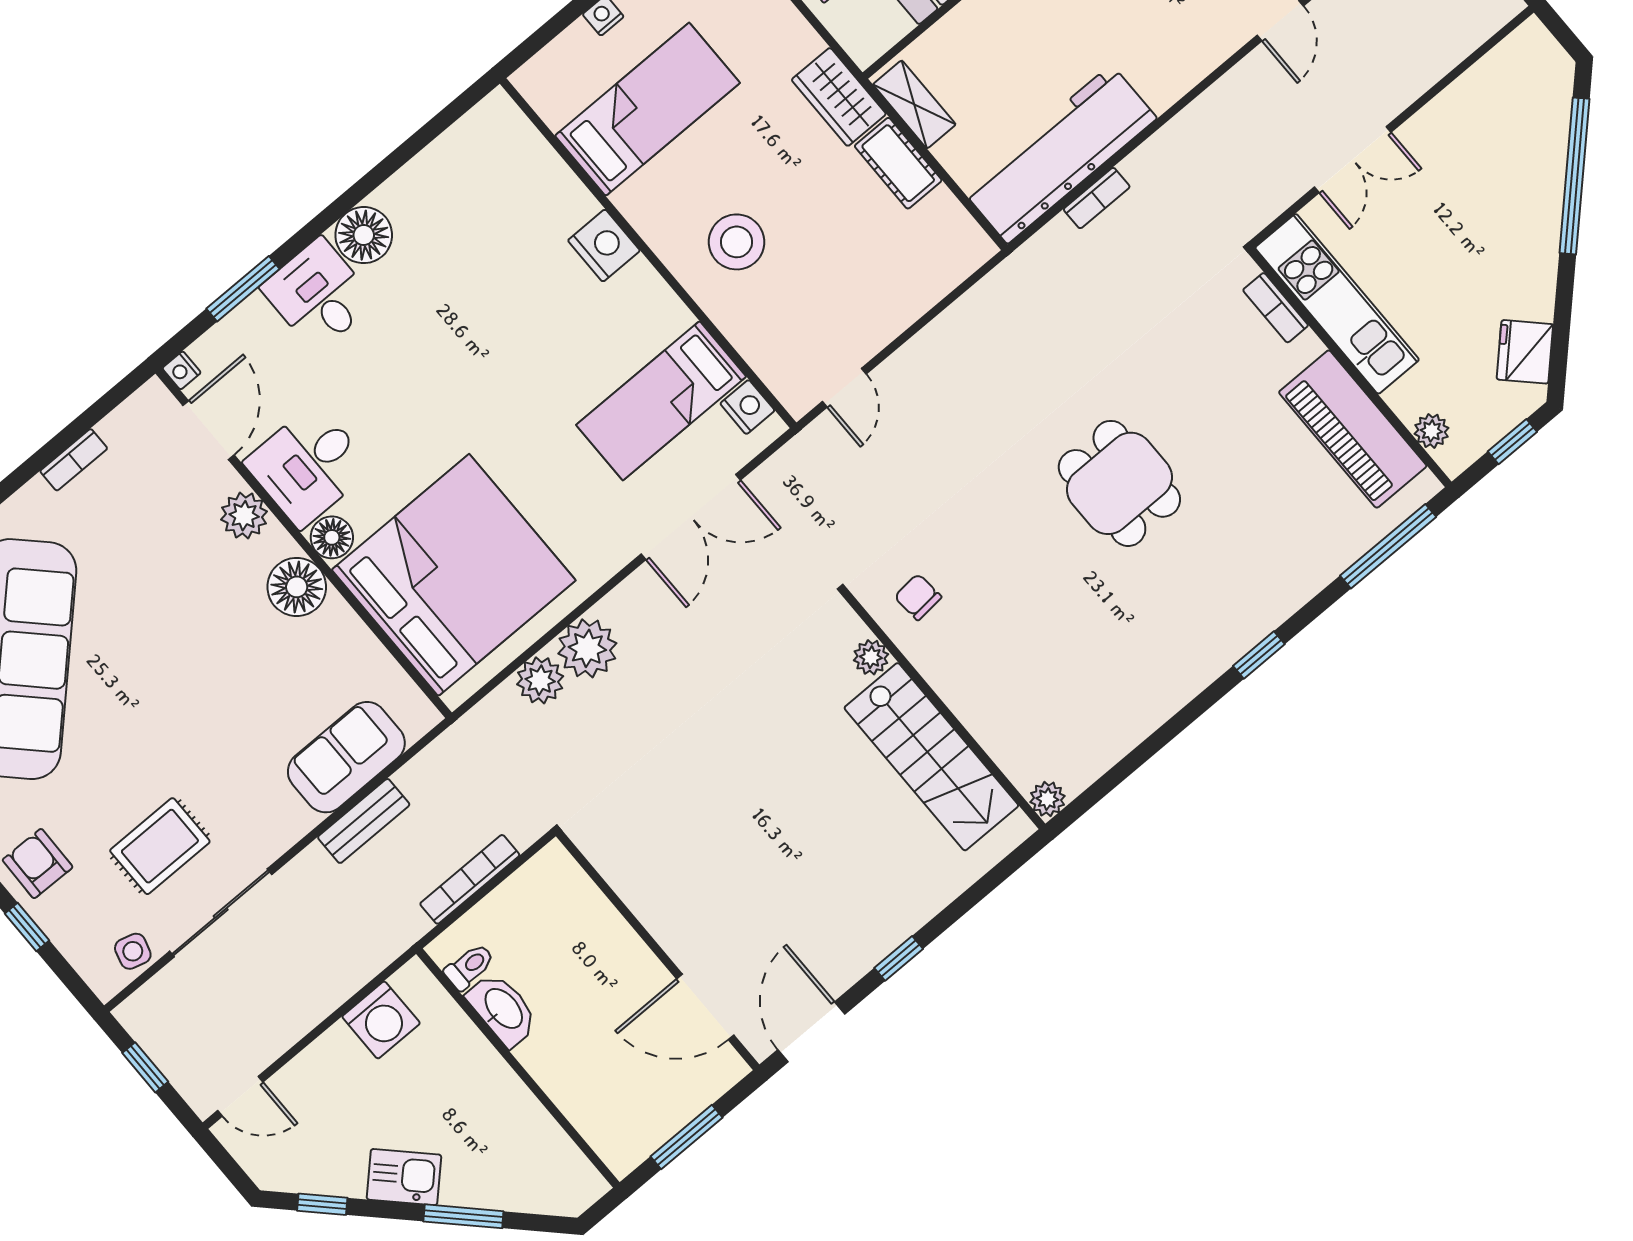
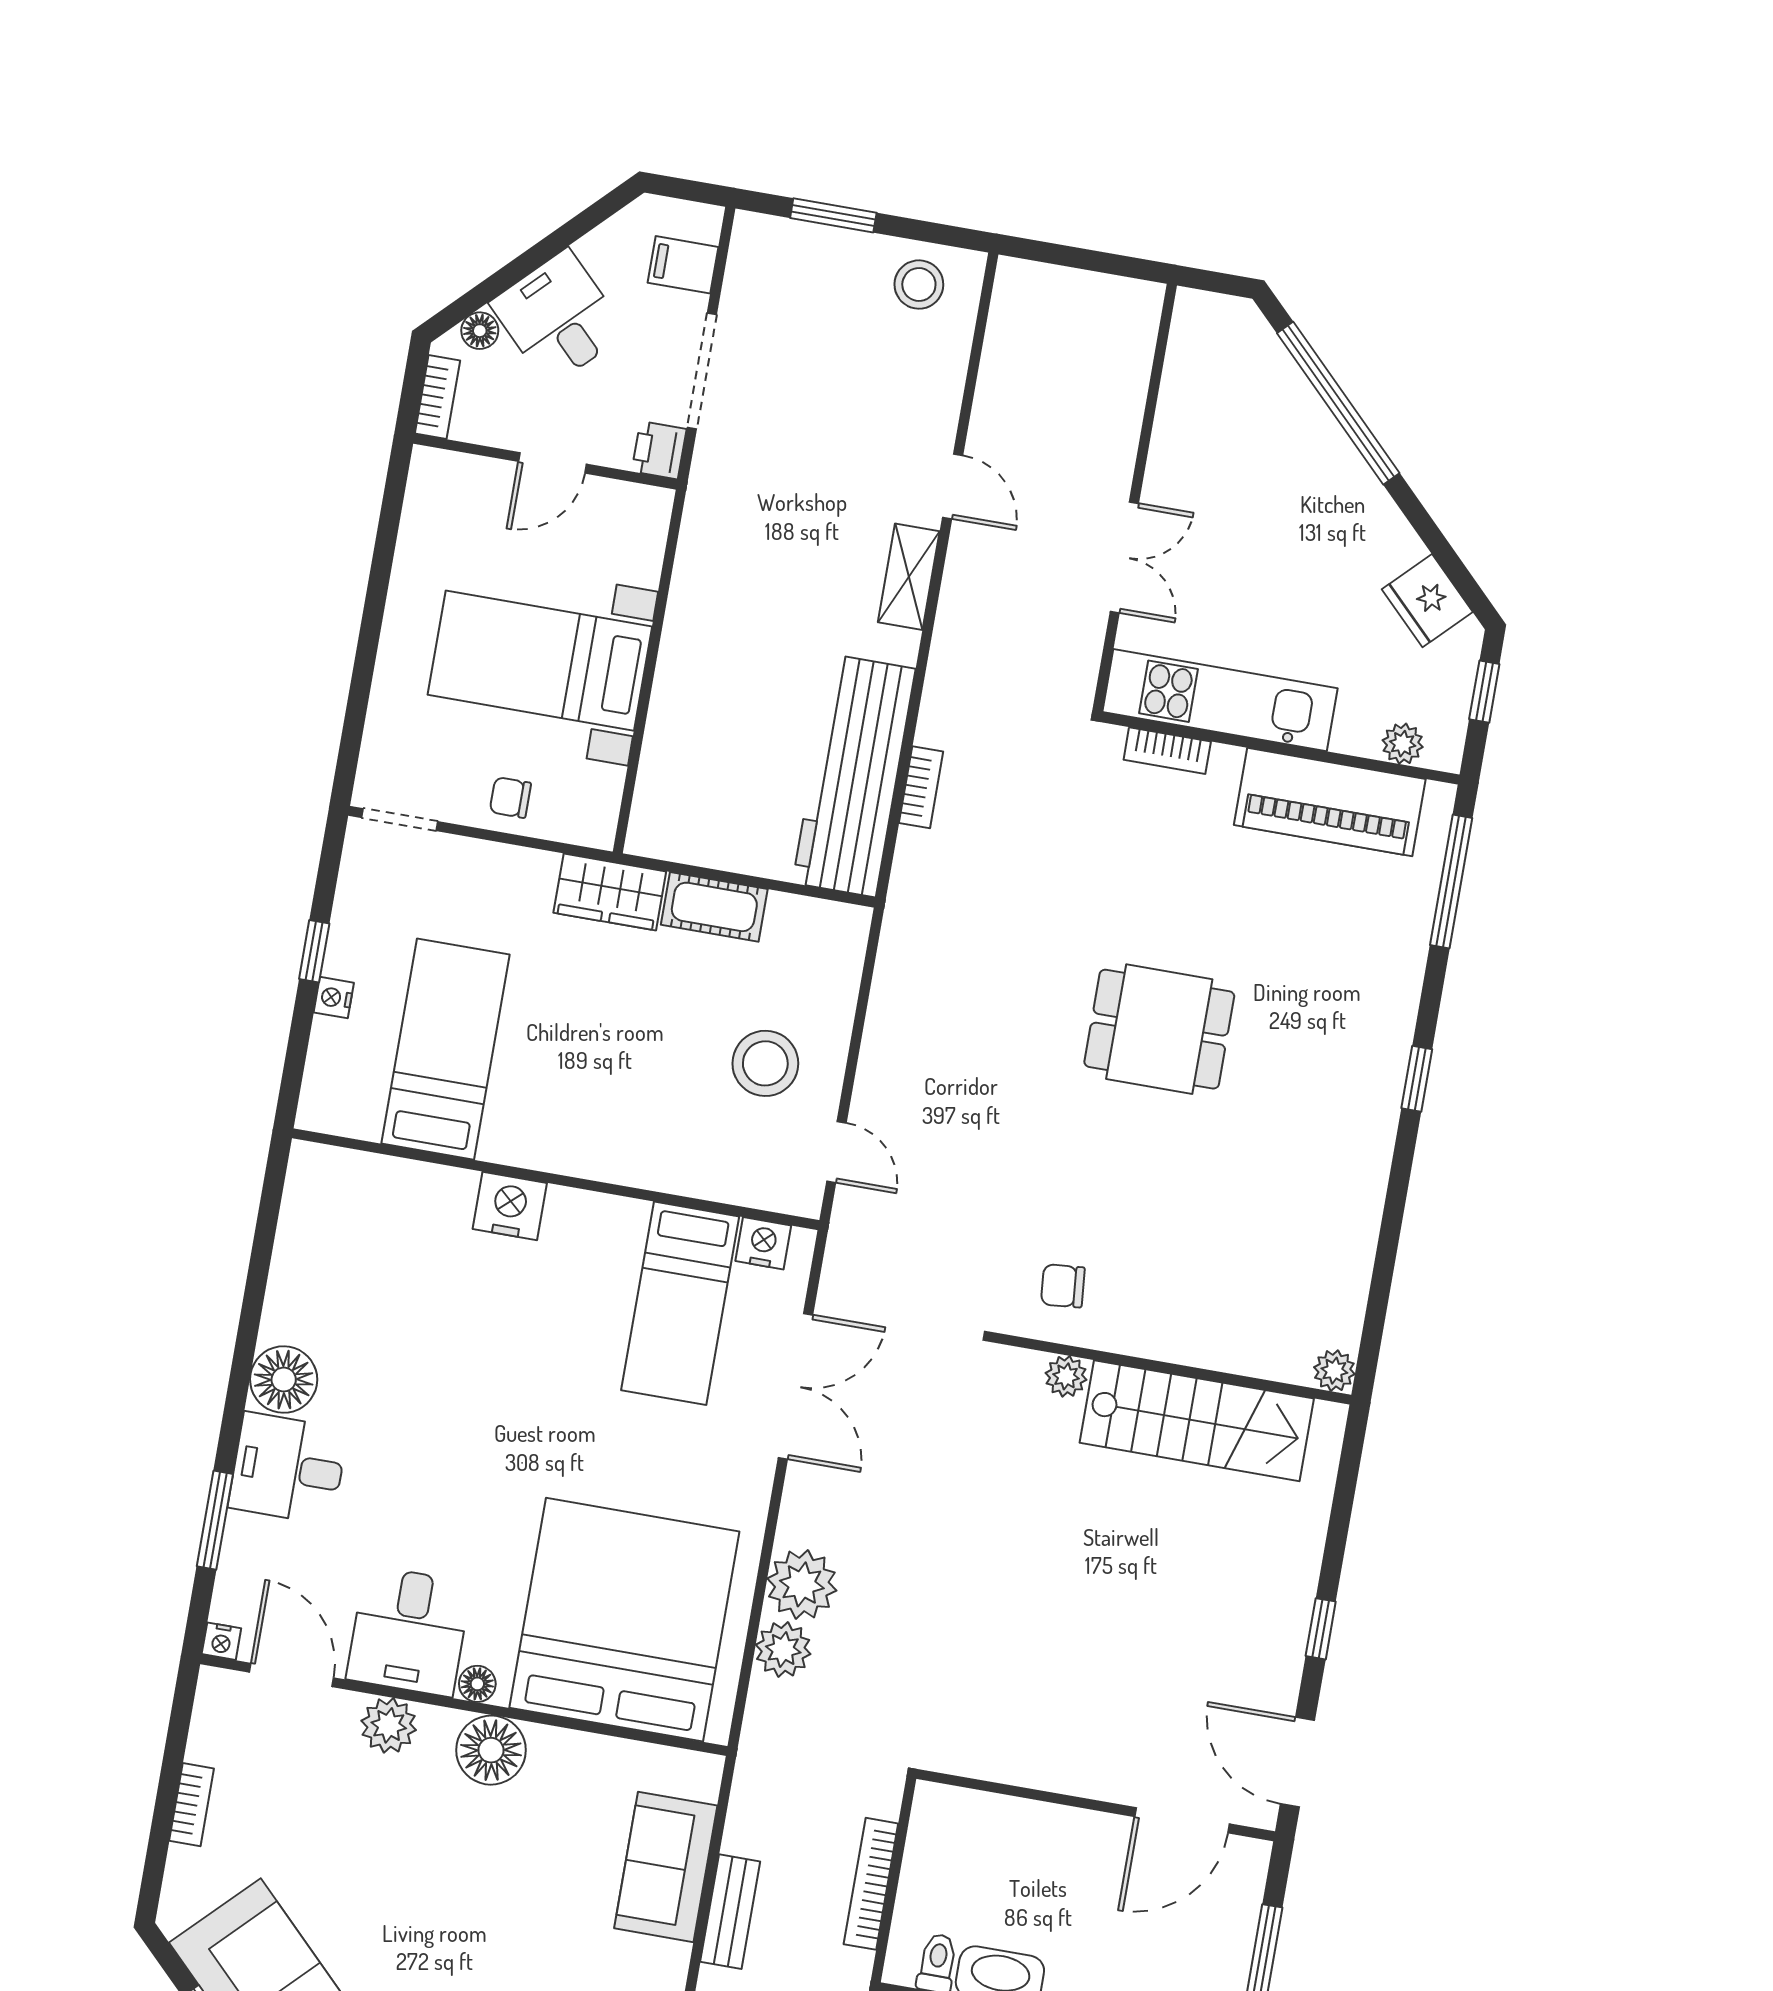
shelving: (914, 104) -> (909, 577), moved, turned 90
stool: (737, 242) -> (765, 1063), moved
floor lamp: (332, 537) -> (477, 1684), width x0.73, depth x0.73

